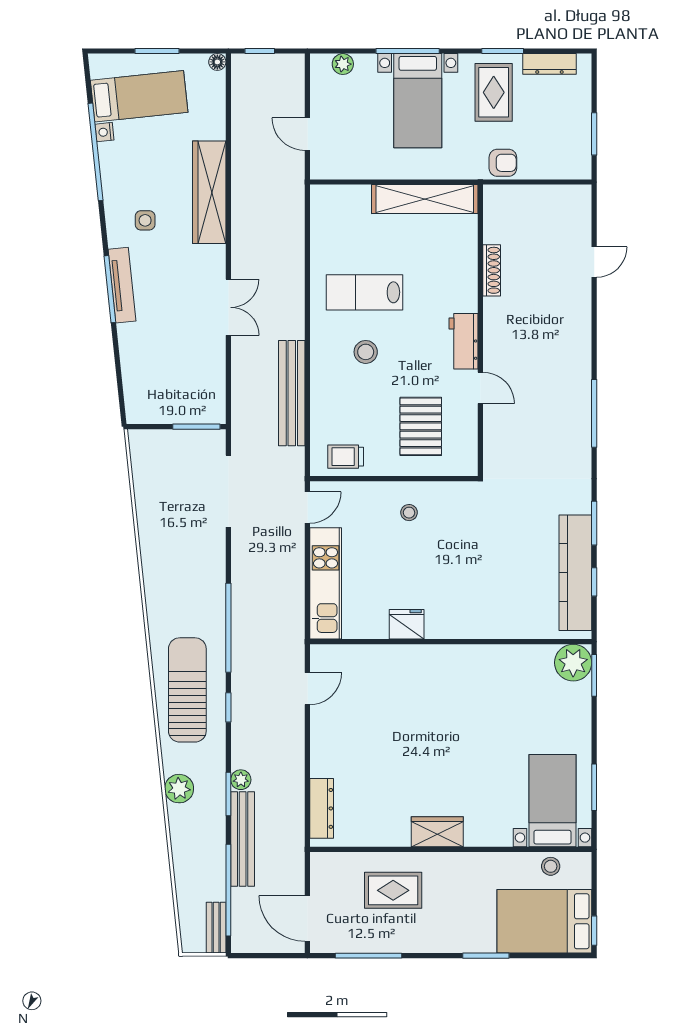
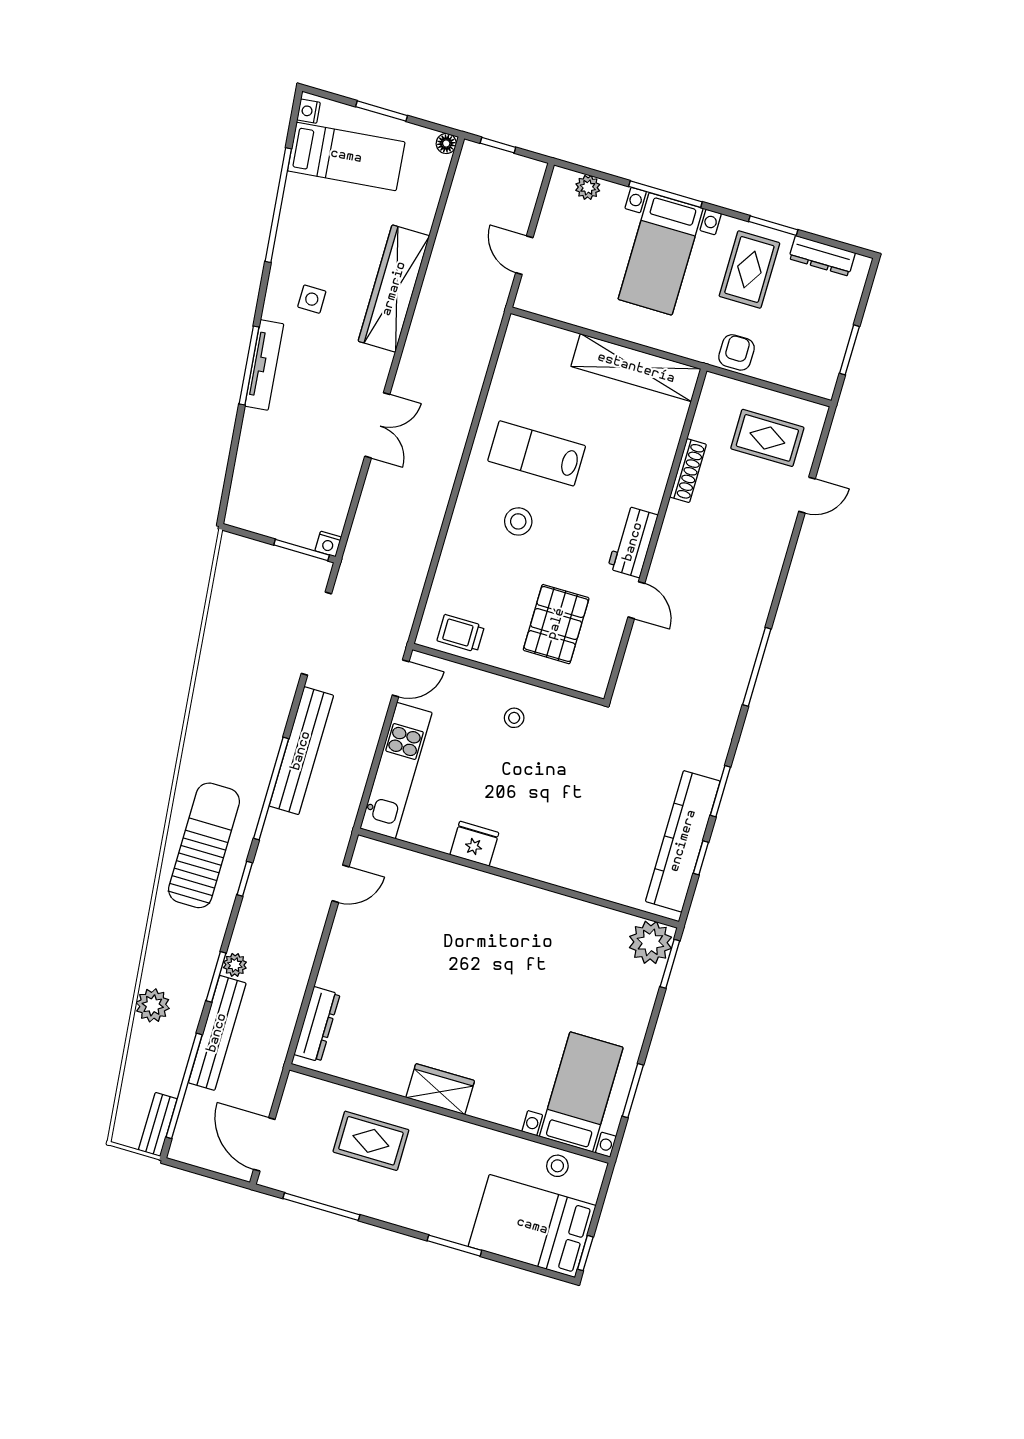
nightstand: (104, 132) -> (309, 111), moved
armchair: (503, 163) -> (736, 352), turned -90
rug: (548, 225) -> (767, 438), added
bench: (292, 393) -> (301, 751), moved
nightstand: (217, 415) -> (328, 544), added
plant: (179, 789) -> (153, 1005), moved

